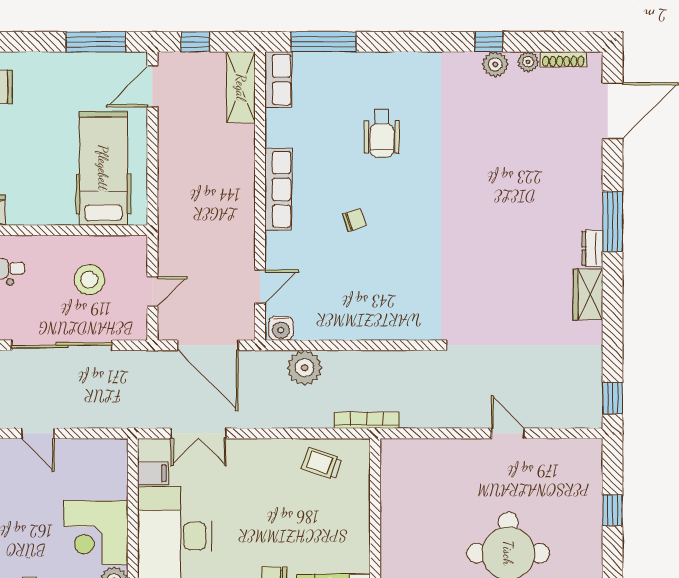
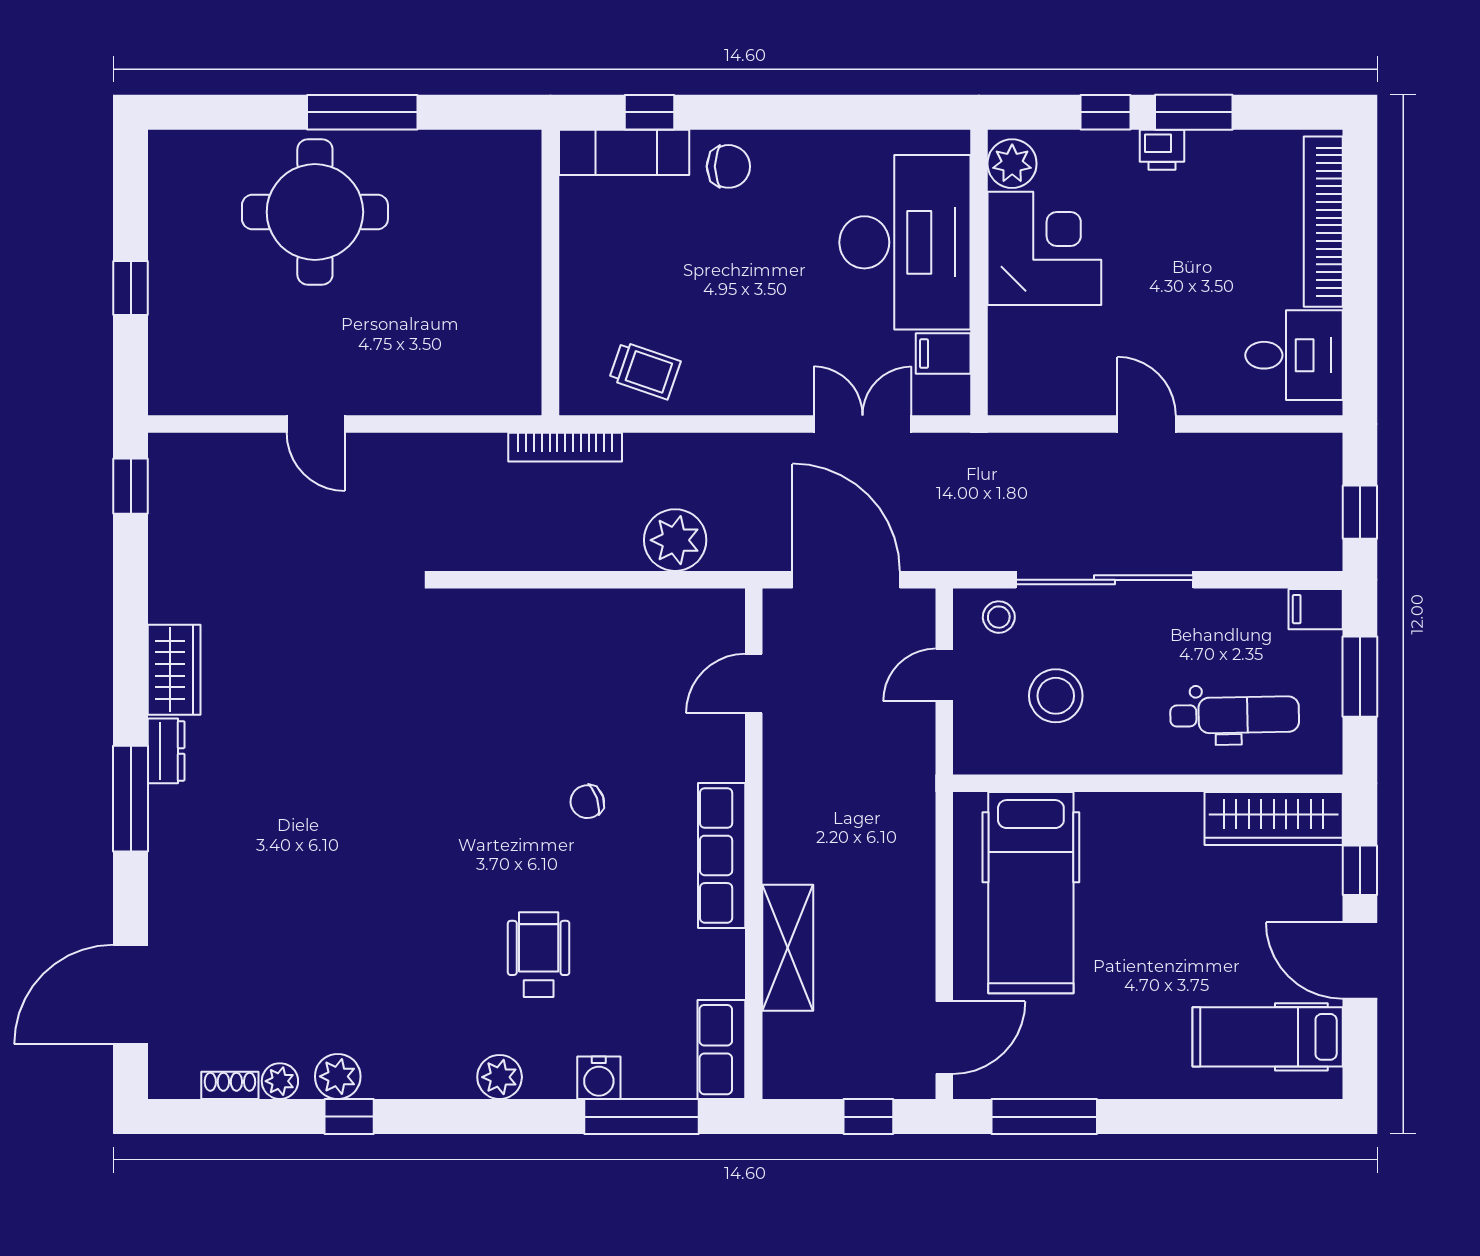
shoe rack: (563, 59) -> (230, 1085), width x0.70
plant: (404, 64) -> (500, 1077), added
shelving: (241, 87) -> (788, 948), moved
stool: (122, 324) -> (999, 617), added
water cooler: (281, 328) -> (599, 1078), moved, turned 180

